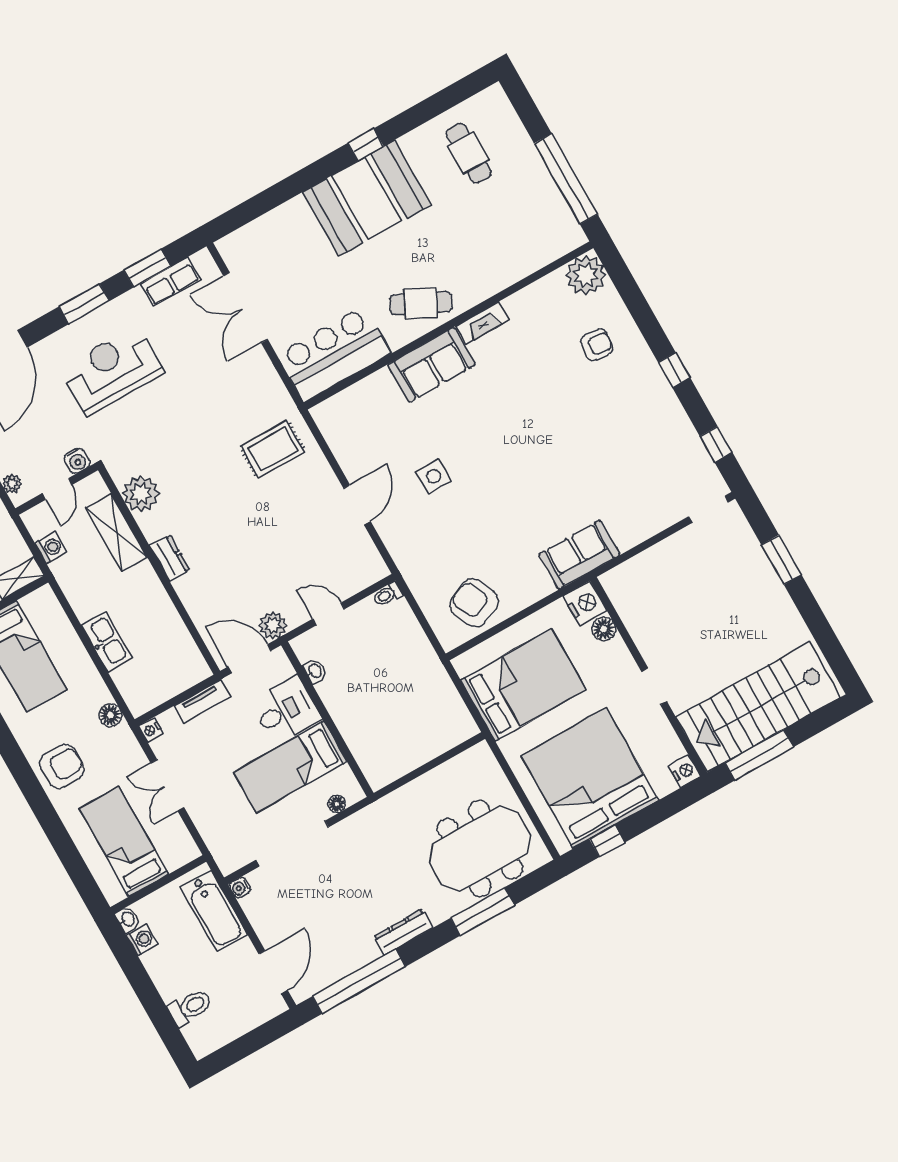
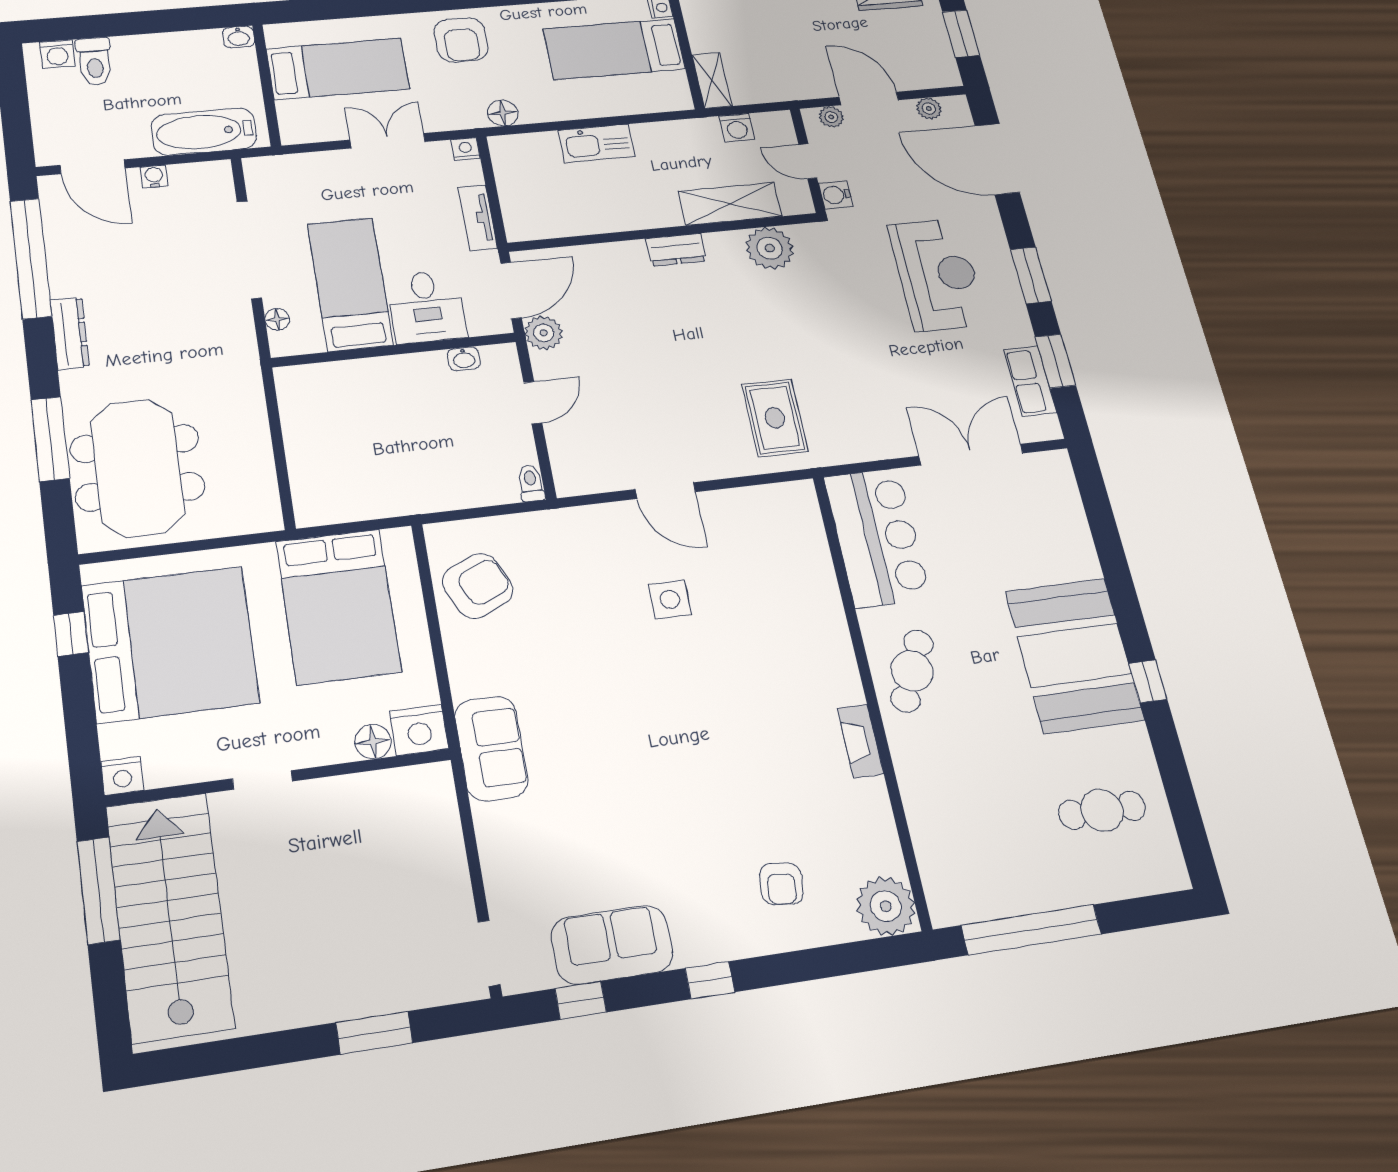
sofa: (432, 365) -> (612, 945), moved, turned 90
water cooler: (240, 888) -> (154, 176), moved
washing machine: (142, 940) -> (57, 54), moved

